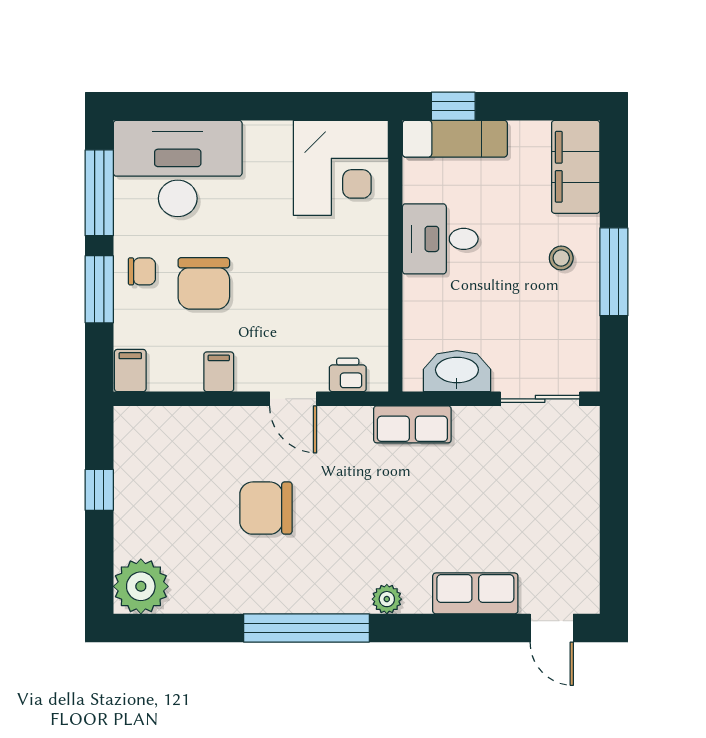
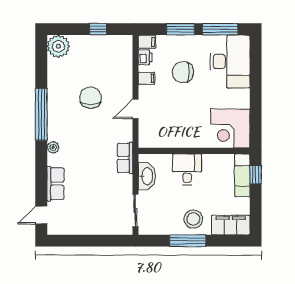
desk: (440, 239) -> (187, 169), moved
stool: (561, 258) -> (193, 219), width x1.89, depth x1.89
chair: (142, 271) -> (188, 47), removed
printer: (348, 375) -> (145, 57), moved

